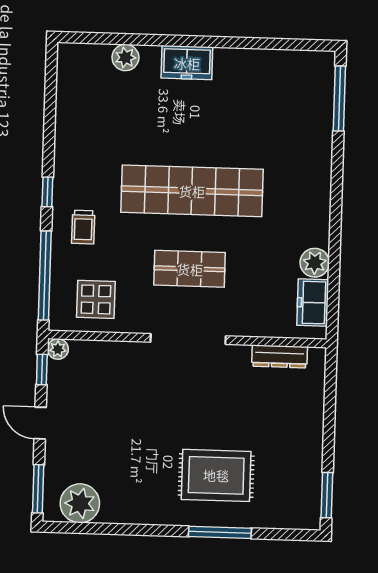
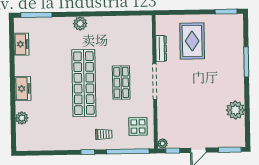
plant: (315, 263) -> (80, 23), moved
freezer: (313, 303) -> (21, 44), moved, turned -90
dresser: (280, 356) -> (161, 49), moved
rug: (216, 475) -> (192, 41), moved
plant: (80, 503) -> (235, 110), moved

